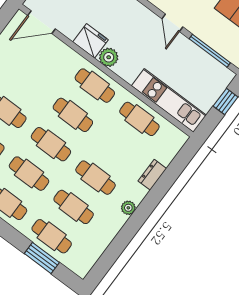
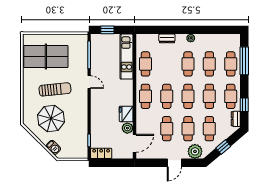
door: (42, 22) -> (134, 143), hinge flipped
door: (172, 23) -> (89, 82), hinge flipped
plant: (109, 57) -> (127, 128), moved
cafe table: (28, 82) -> (167, 129), added
window: (42, 258) -> (244, 61), width x1.44

